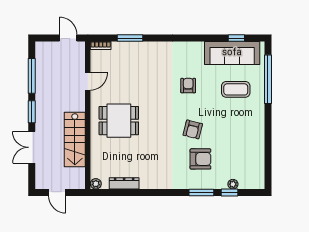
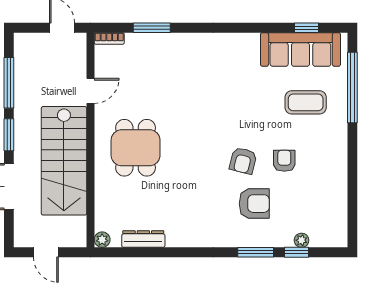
armchair: (188, 86) -> (284, 161), moved
dining table: (119, 121) -> (136, 148), turned 90
stairs: (75, 140) -> (64, 161), width x1.36, depth x1.51

